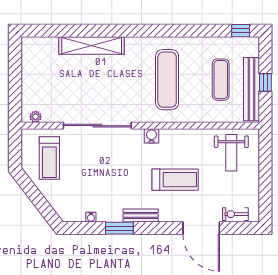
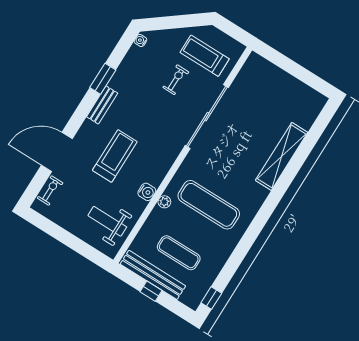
plant: (36, 117) -> (164, 202), moved
water cooler: (152, 136) -> (147, 192), moved
exercise bike: (83, 169) -> (176, 80), added
treadmill: (175, 180) -> (115, 156), turned 180
water cooler: (91, 217) -> (141, 40), moved

